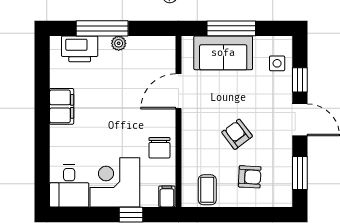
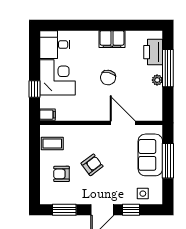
chair: (159, 148) -> (108, 78), moved, turned -75
armchair: (250, 177) -> (62, 174), turned 87

